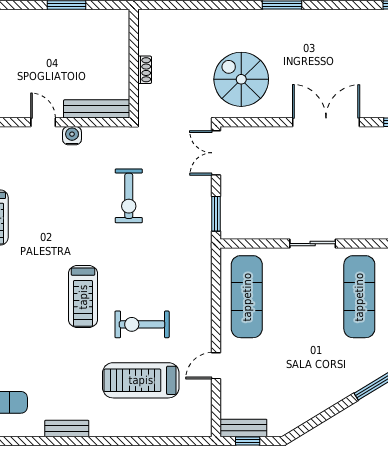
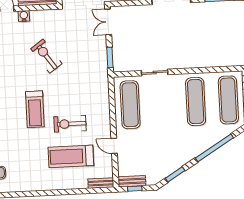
exercise bike: (129, 196) -> (46, 56), moved, turned 145
sliding door: (313, 244) -> (155, 73), moved
door: (216, 366) -> (114, 146), hinge flipped
window: (318, 420) -> (175, 174), added
bench: (67, 429) -> (101, 183), moved

